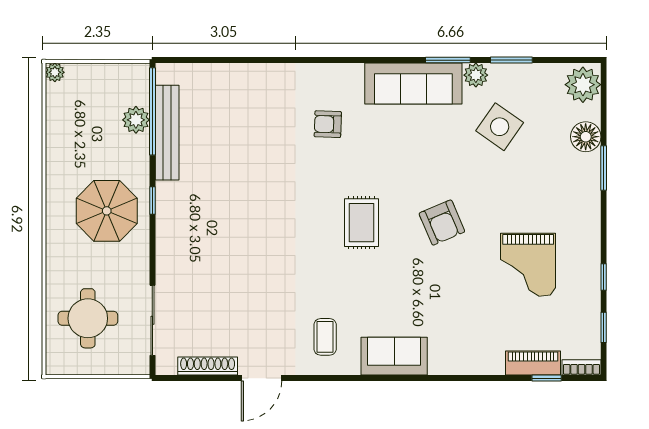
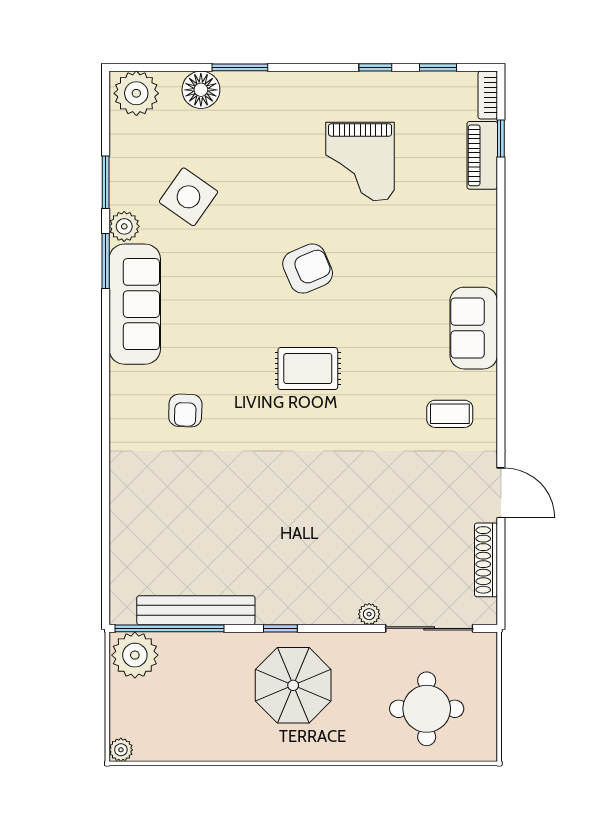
plant: (136, 120) -> (135, 655), moved, width x1.36, depth x1.36
grand piano: (528, 265) -> (360, 161), turned 90
plant: (164, 272) -> (369, 614), added

